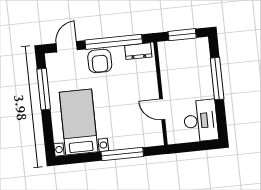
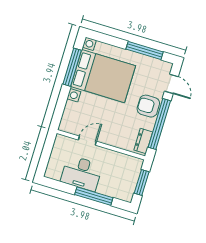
desk: (201, 121) -> (82, 173), moved
bed with nightstands: (79, 122) -> (103, 76), width x1.36
window: (122, 154) -> (72, 67), moved

